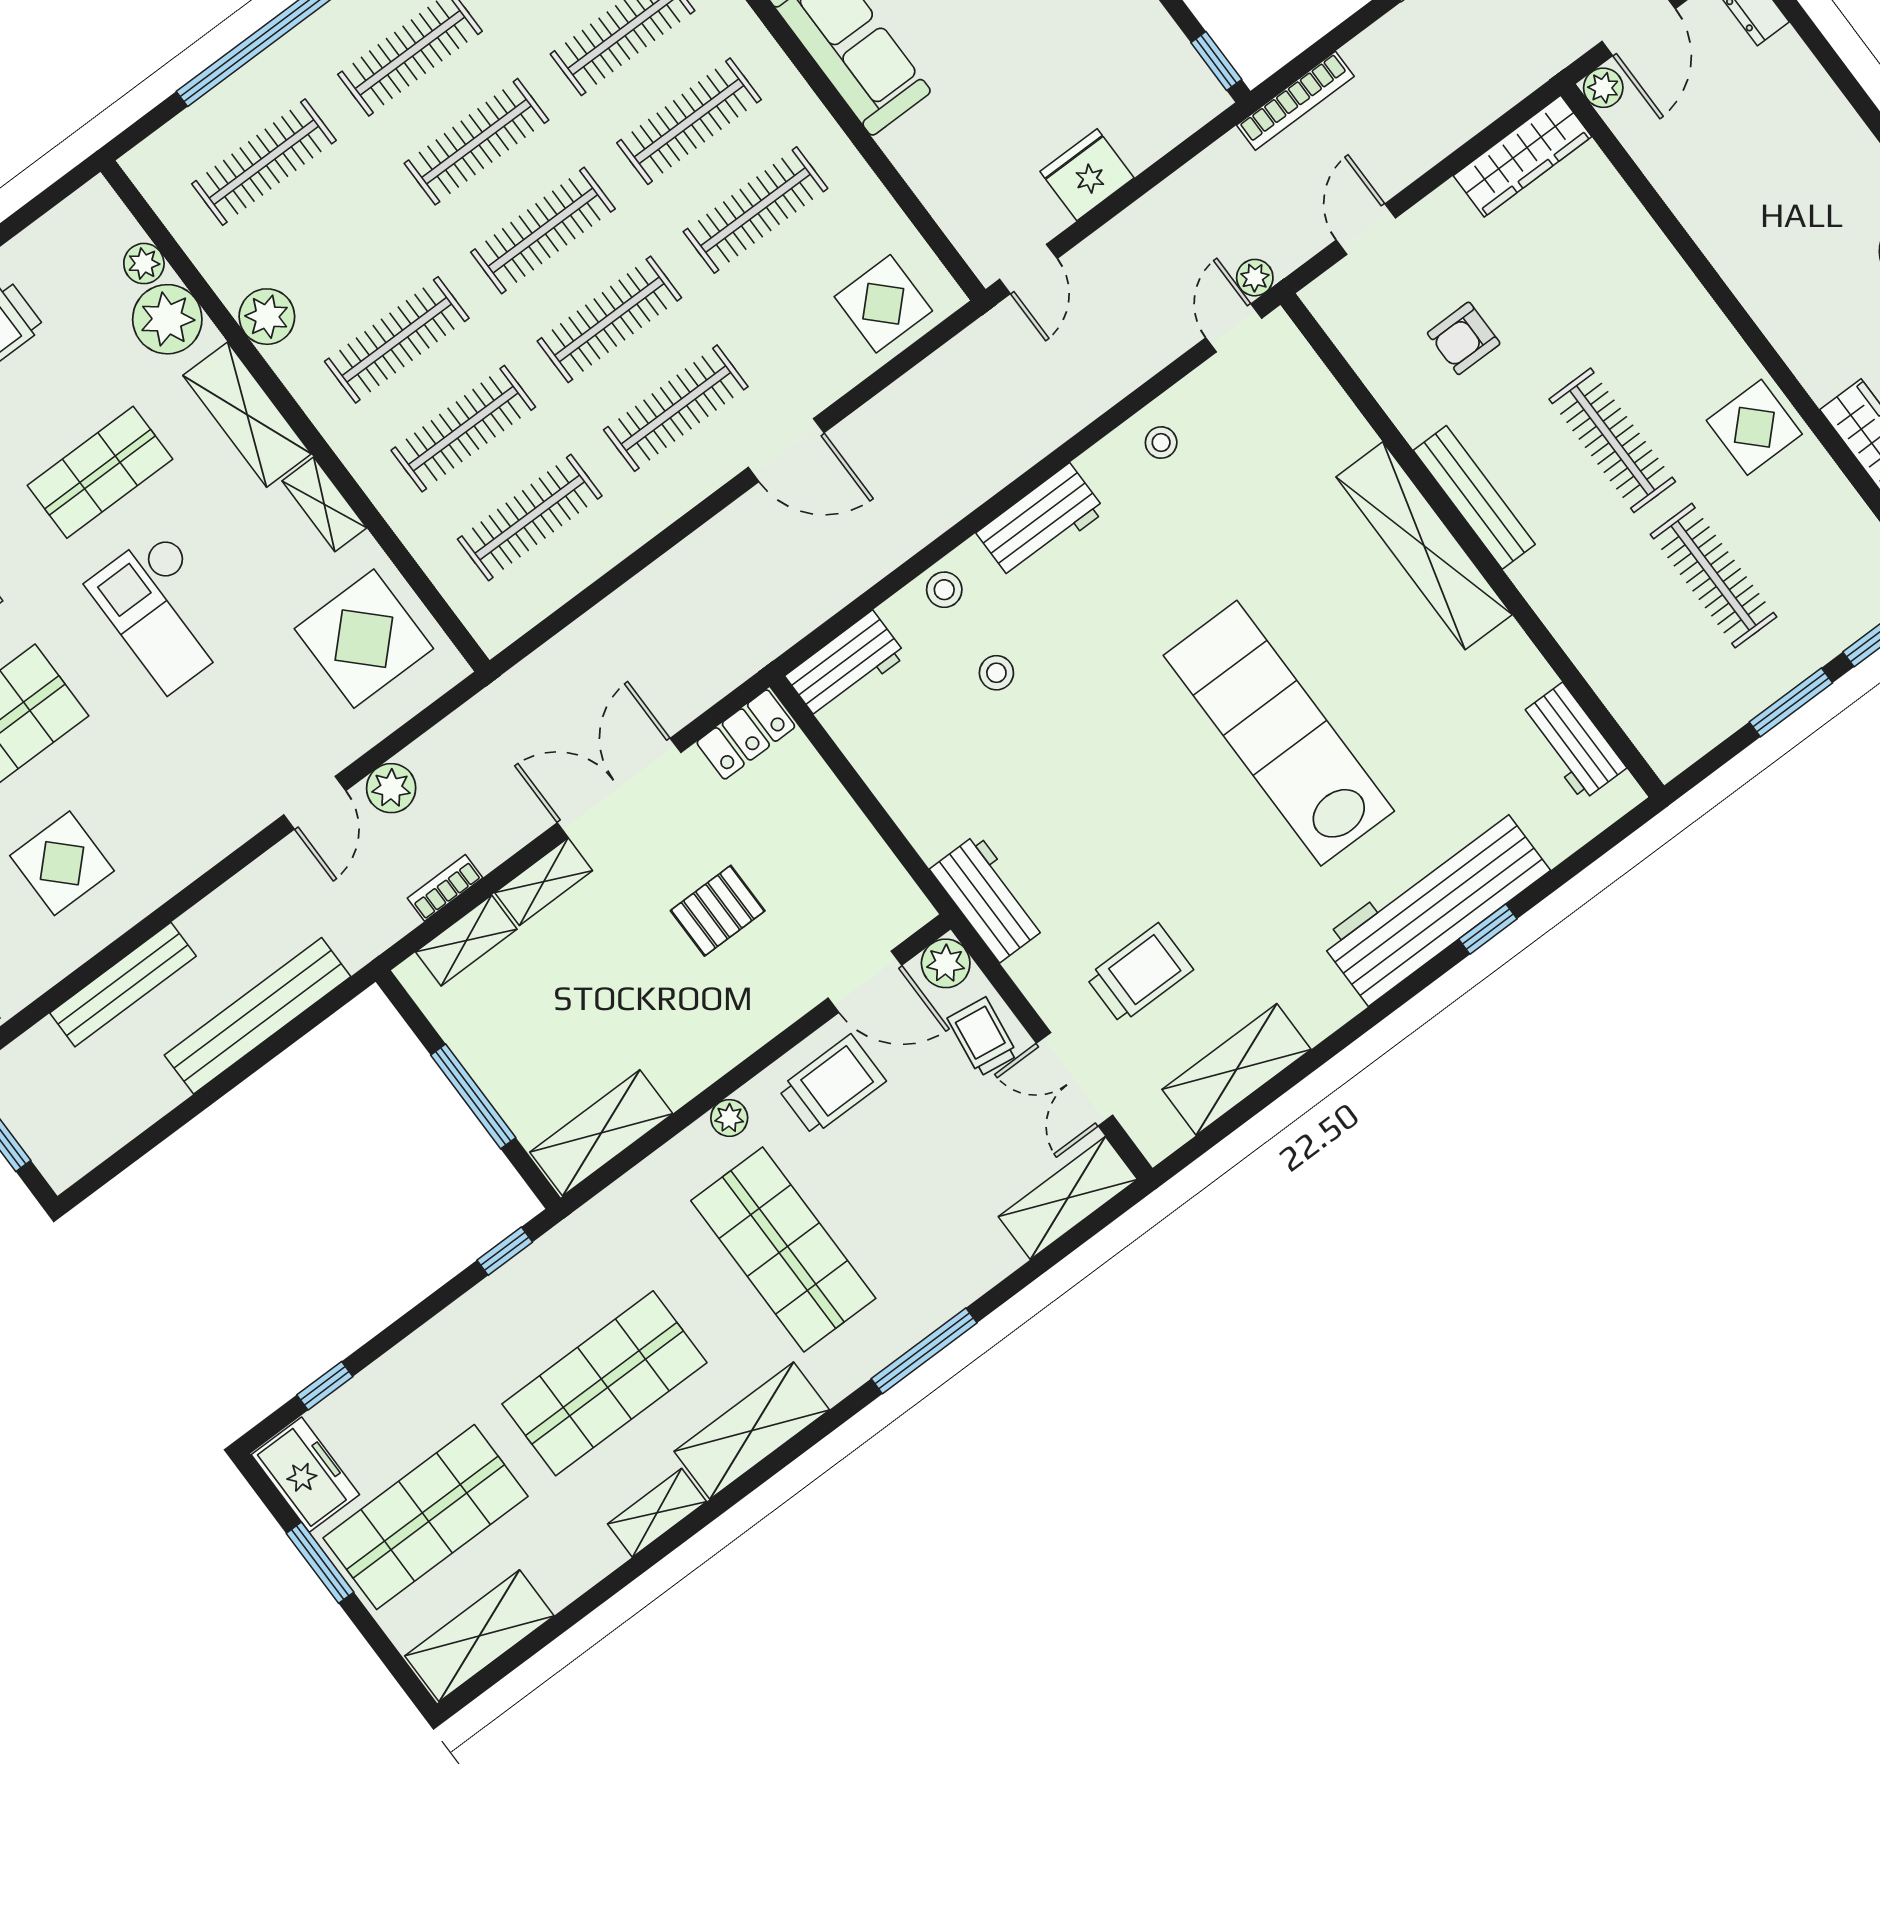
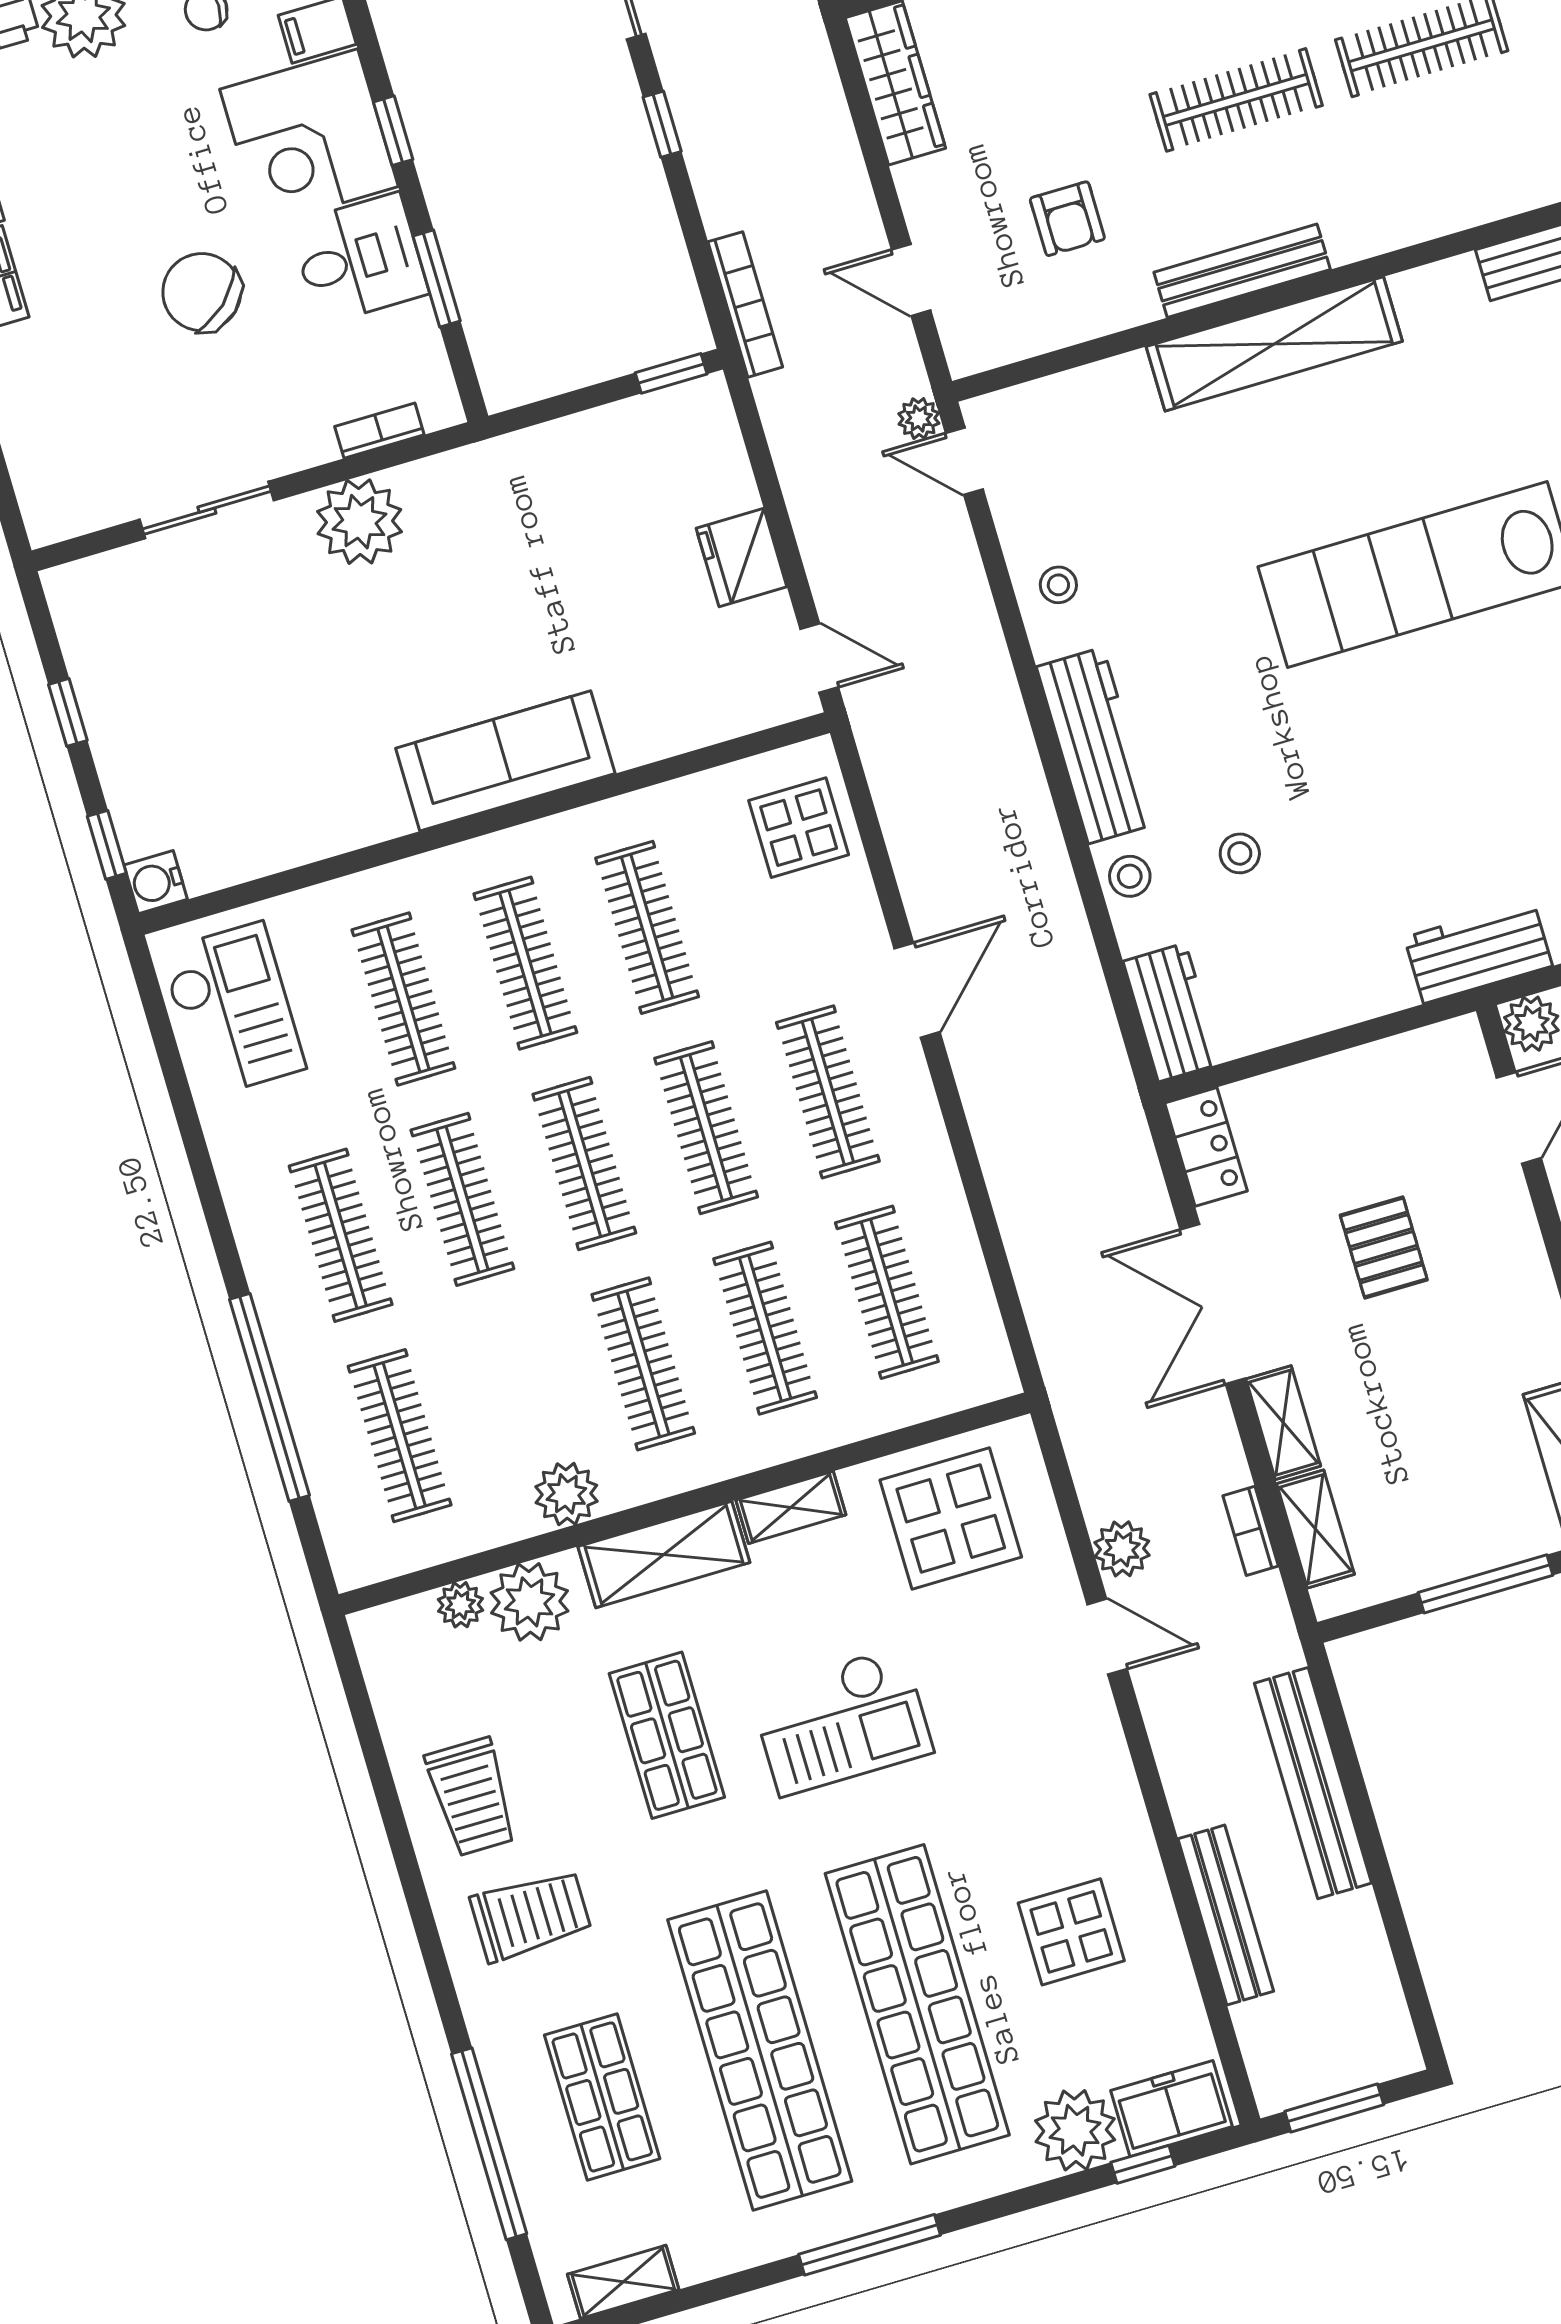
workbench: (1041, 522) -> (1096, 746), width x1.38

